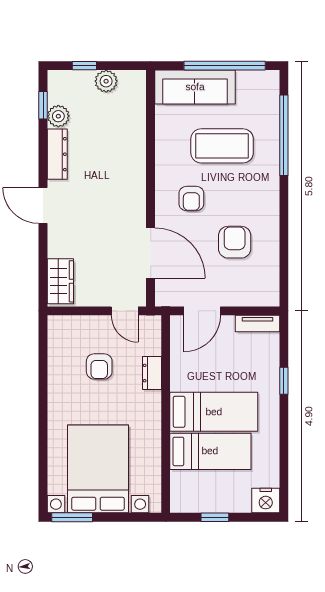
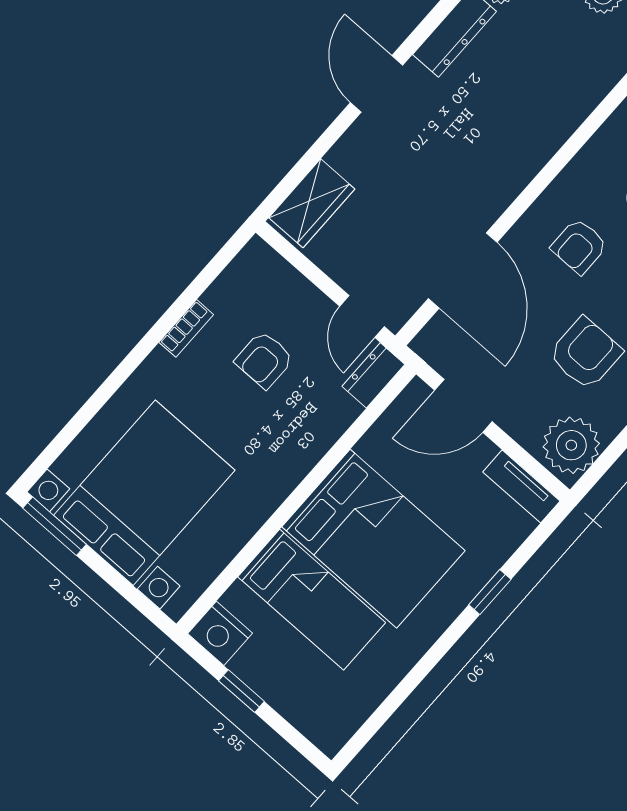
plant: (263, 287) -> (571, 445), added
dresser: (152, 373) -> (373, 375), moved
bookcase: (54, 383) -> (186, 328), added
bed: (214, 412) -> (373, 539), width x1.50
nightstand: (266, 501) -> (220, 633), moved

